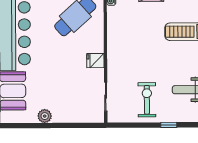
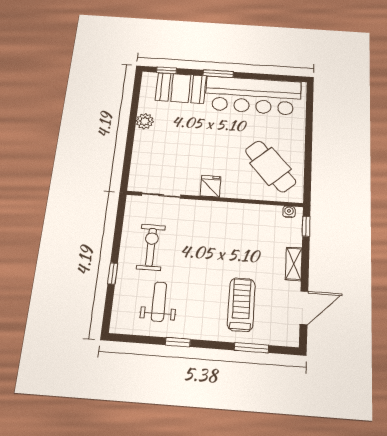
exercise bike: (147, 100) -> (151, 247), turned -90

